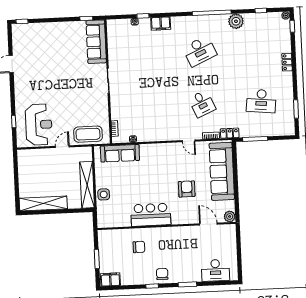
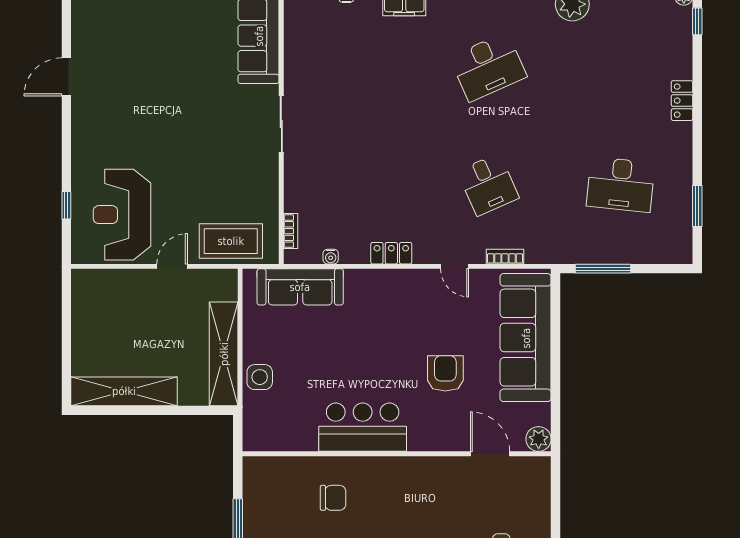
reception desk: (39, 125) -> (122, 215), turned 180
locker: (230, 133) -> (391, 253), moved

